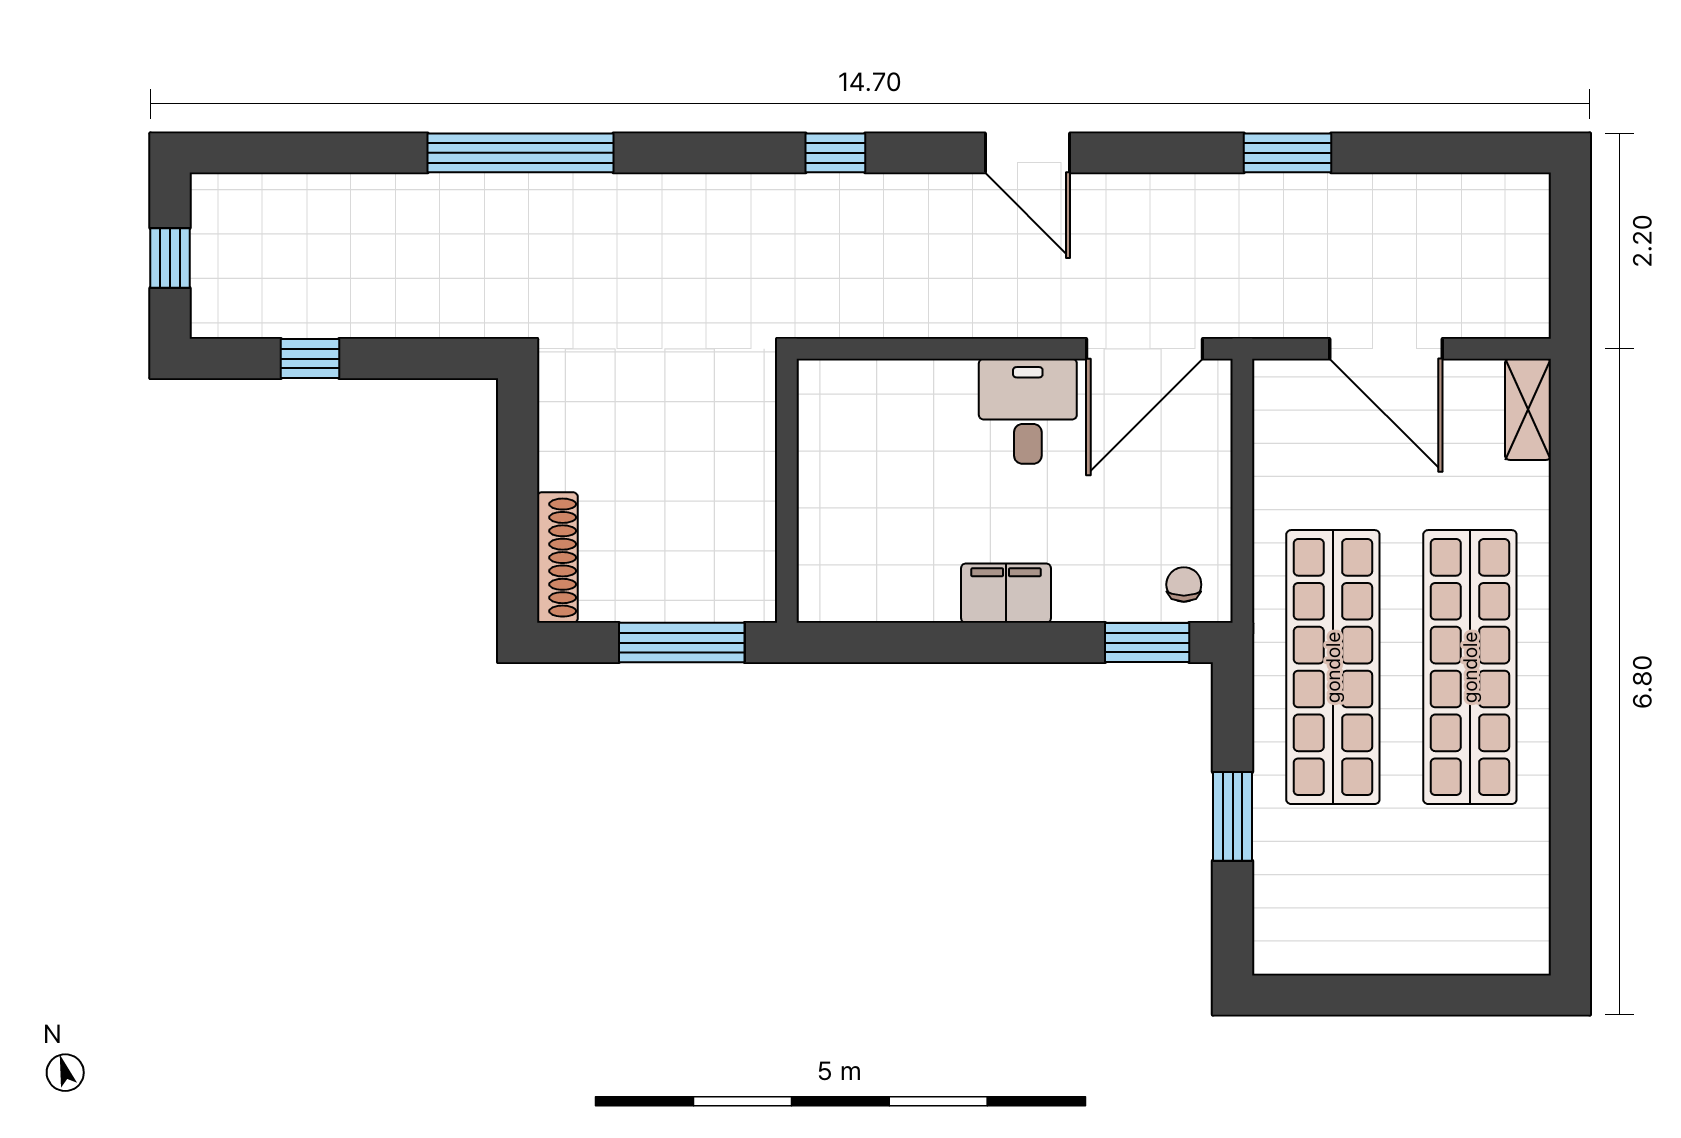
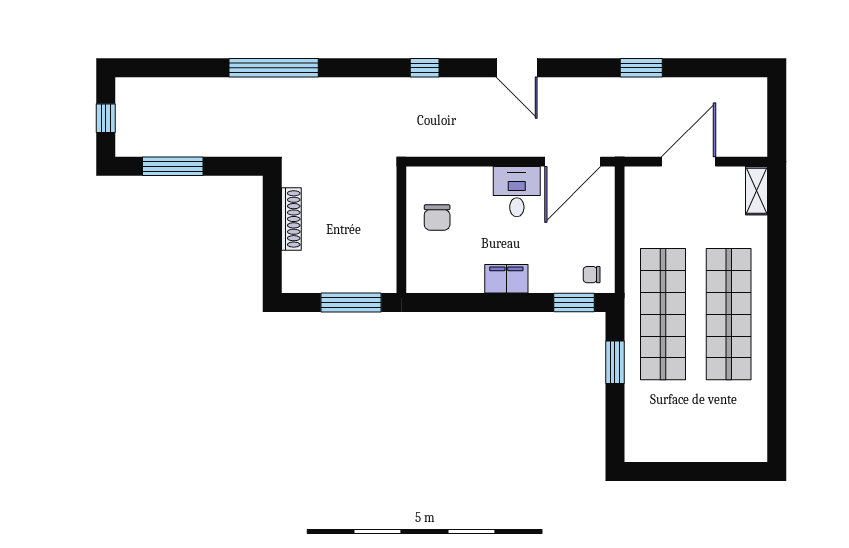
door: (1386, 349) -> (688, 162), swing flipped
window: (310, 359) -> (173, 166), width x2.17
chair: (861, 465) -> (437, 218), added
shoe rack: (557, 558) -> (291, 219), moved
chair: (1184, 585) -> (592, 275), turned -90
window: (1233, 816) -> (615, 362), moved

